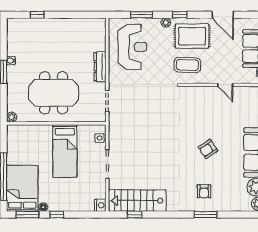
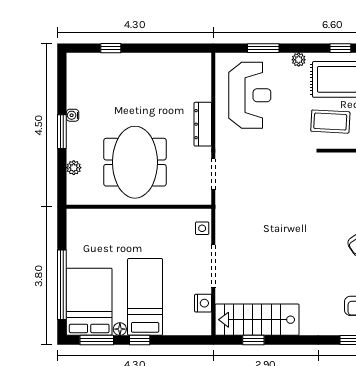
window: (180, 15) -> (340, 48), moved
meeting table: (54, 93) -> (135, 162), turned 90
plant: (12, 117) -> (74, 168), moved
bed: (65, 151) -> (145, 297), moved, turned 180
nightstand: (100, 205) -> (203, 303), moved

